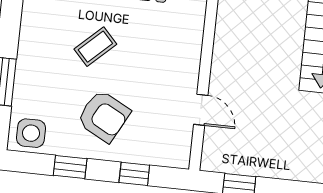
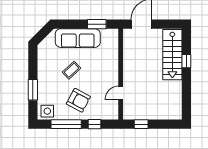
door: (201, 110) -> (121, 93), swing flipped
window: (70, 167) -> (66, 124), width x2.17

